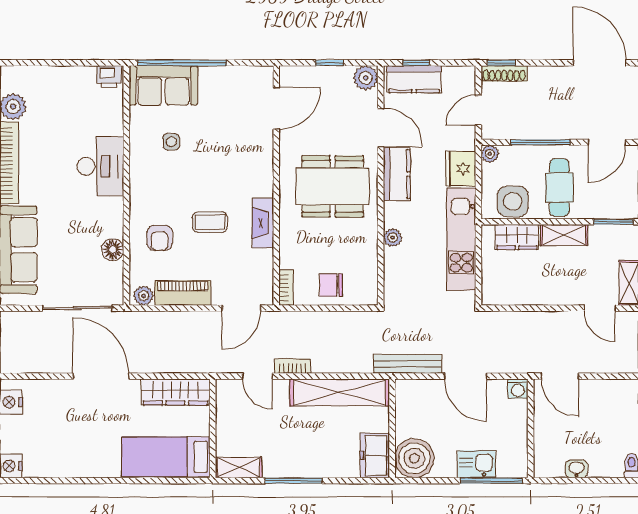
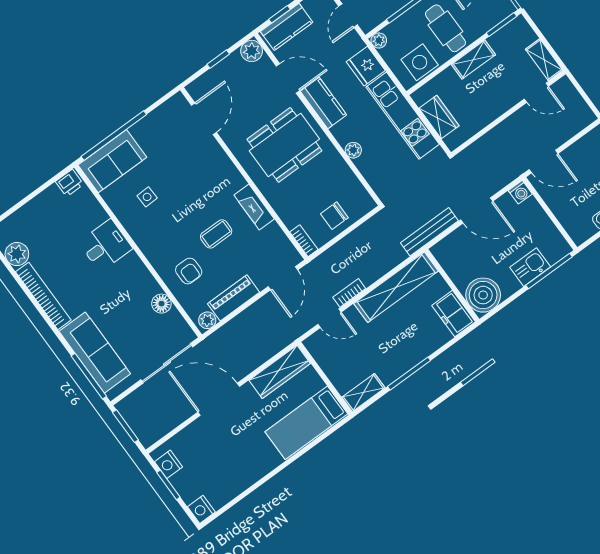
desk: (100, 166) -> (105, 245), width x0.73
wardrobe: (517, 237) -> (439, 117), moved, turned -90

